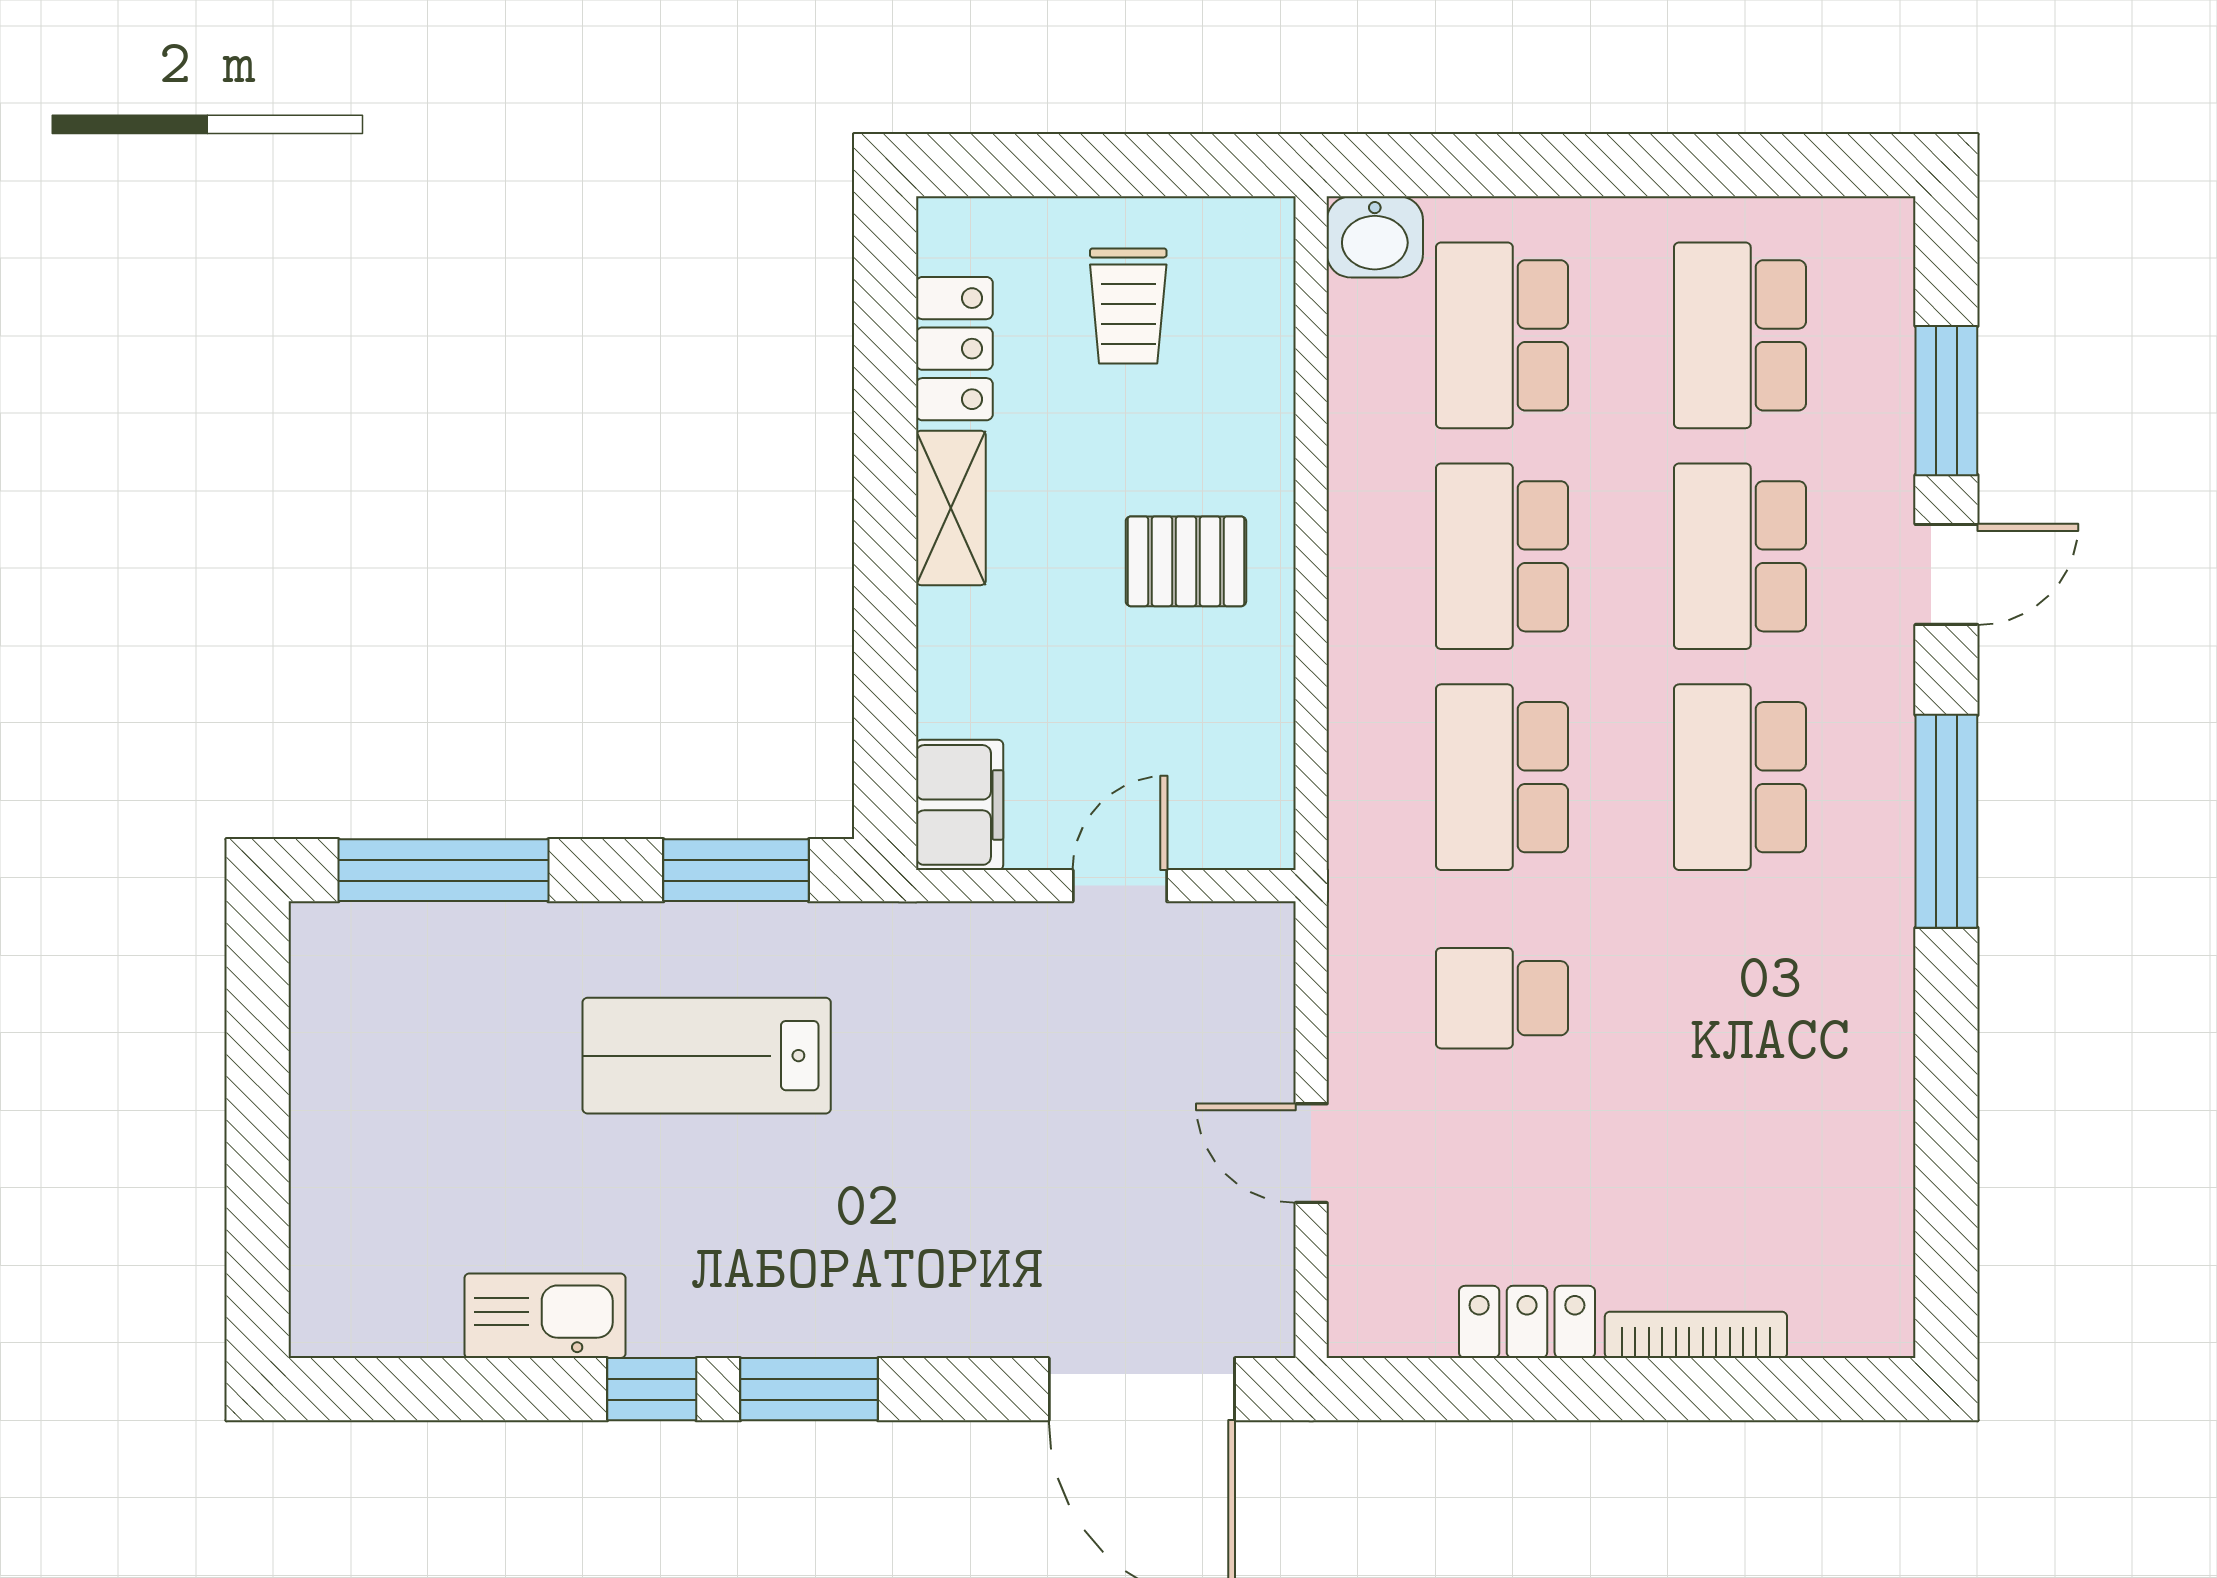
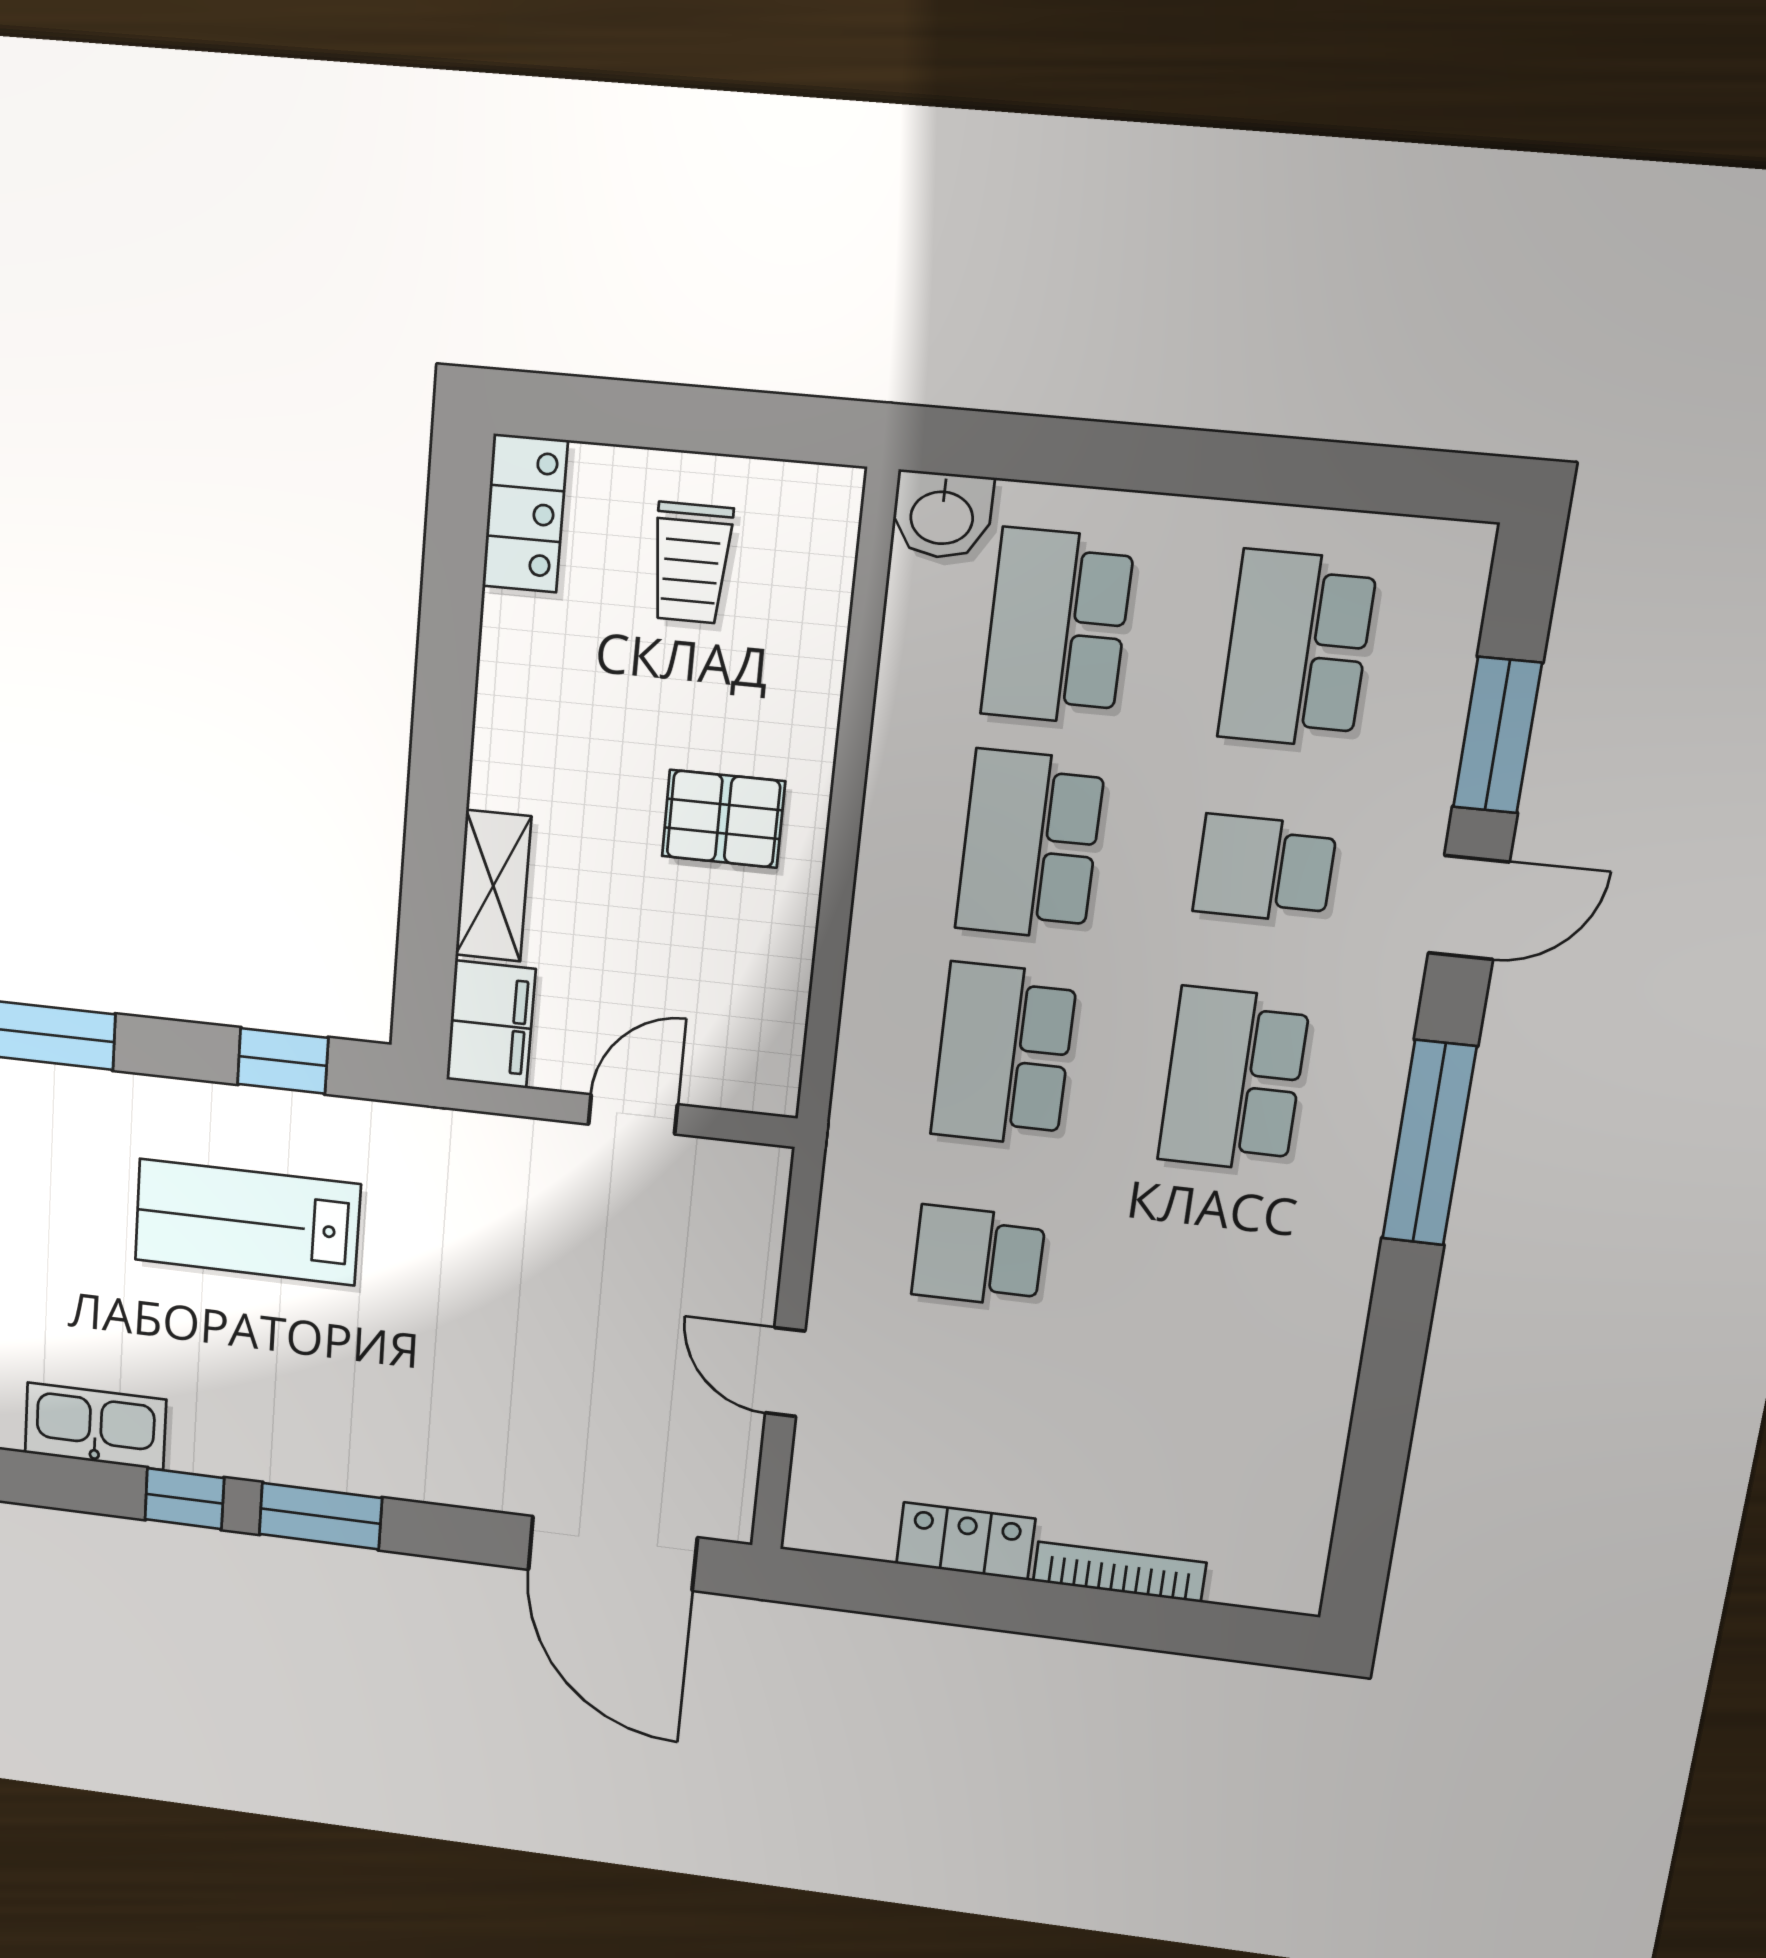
locker: (954, 349) -> (525, 513), moved
shelving: (951, 508) -> (493, 886), moved
school desk: (1740, 556) -> (1265, 869), width x0.54
window: (736, 870) -> (283, 1061), width x0.67

